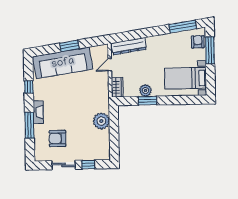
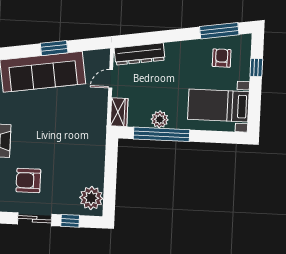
armchair: (198, 42) -> (222, 58), moved
window: (210, 50) -> (256, 67), width x0.46
window: (147, 101) -> (162, 134), width x2.11
plant: (101, 121) -> (91, 198), moved

